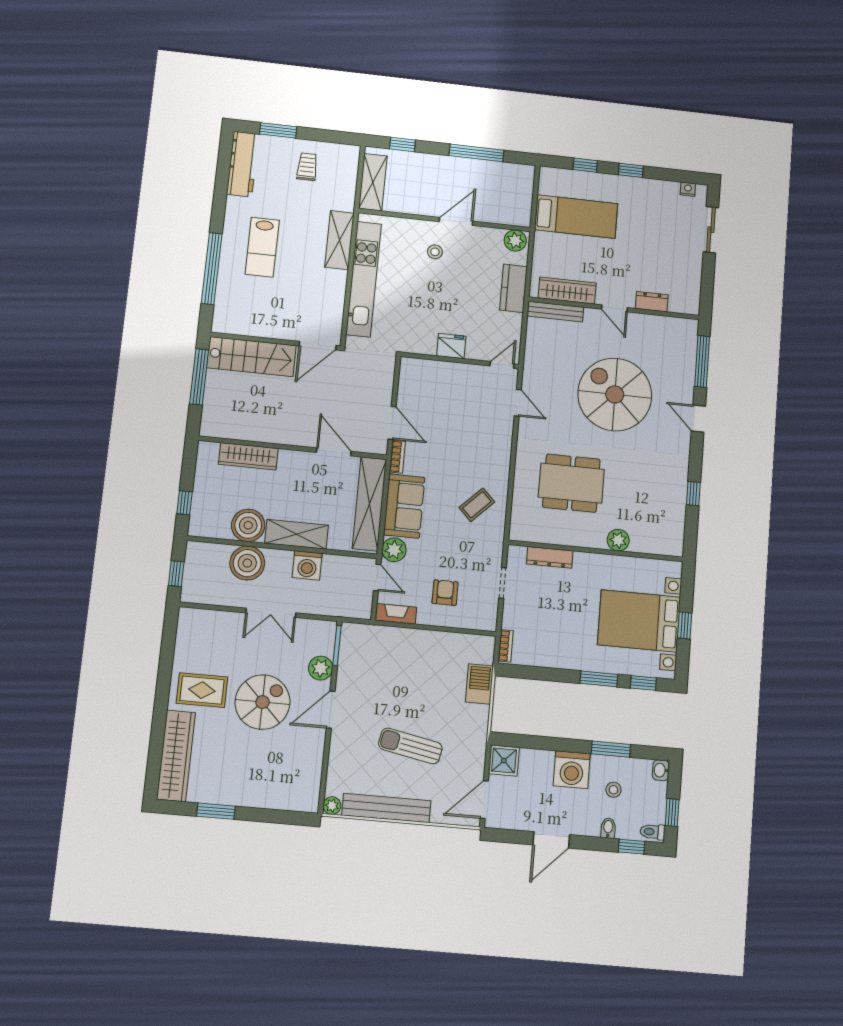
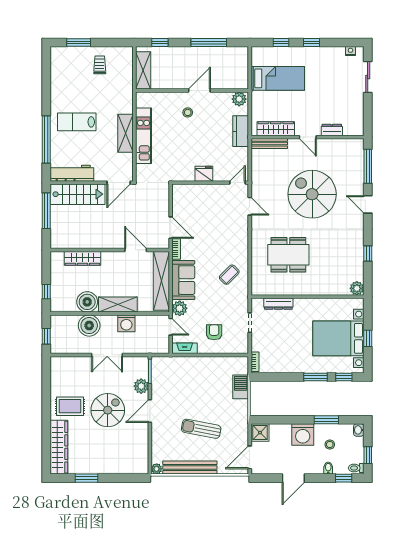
workbench: (243, 164) -> (72, 173), moved, turned -90
shelving: (339, 240) -> (125, 133), moved
lab bench: (262, 247) -> (77, 122), turned 90
kitchen unit: (364, 279) -> (144, 136), width x0.73
plant: (618, 540) -> (357, 288), moved

